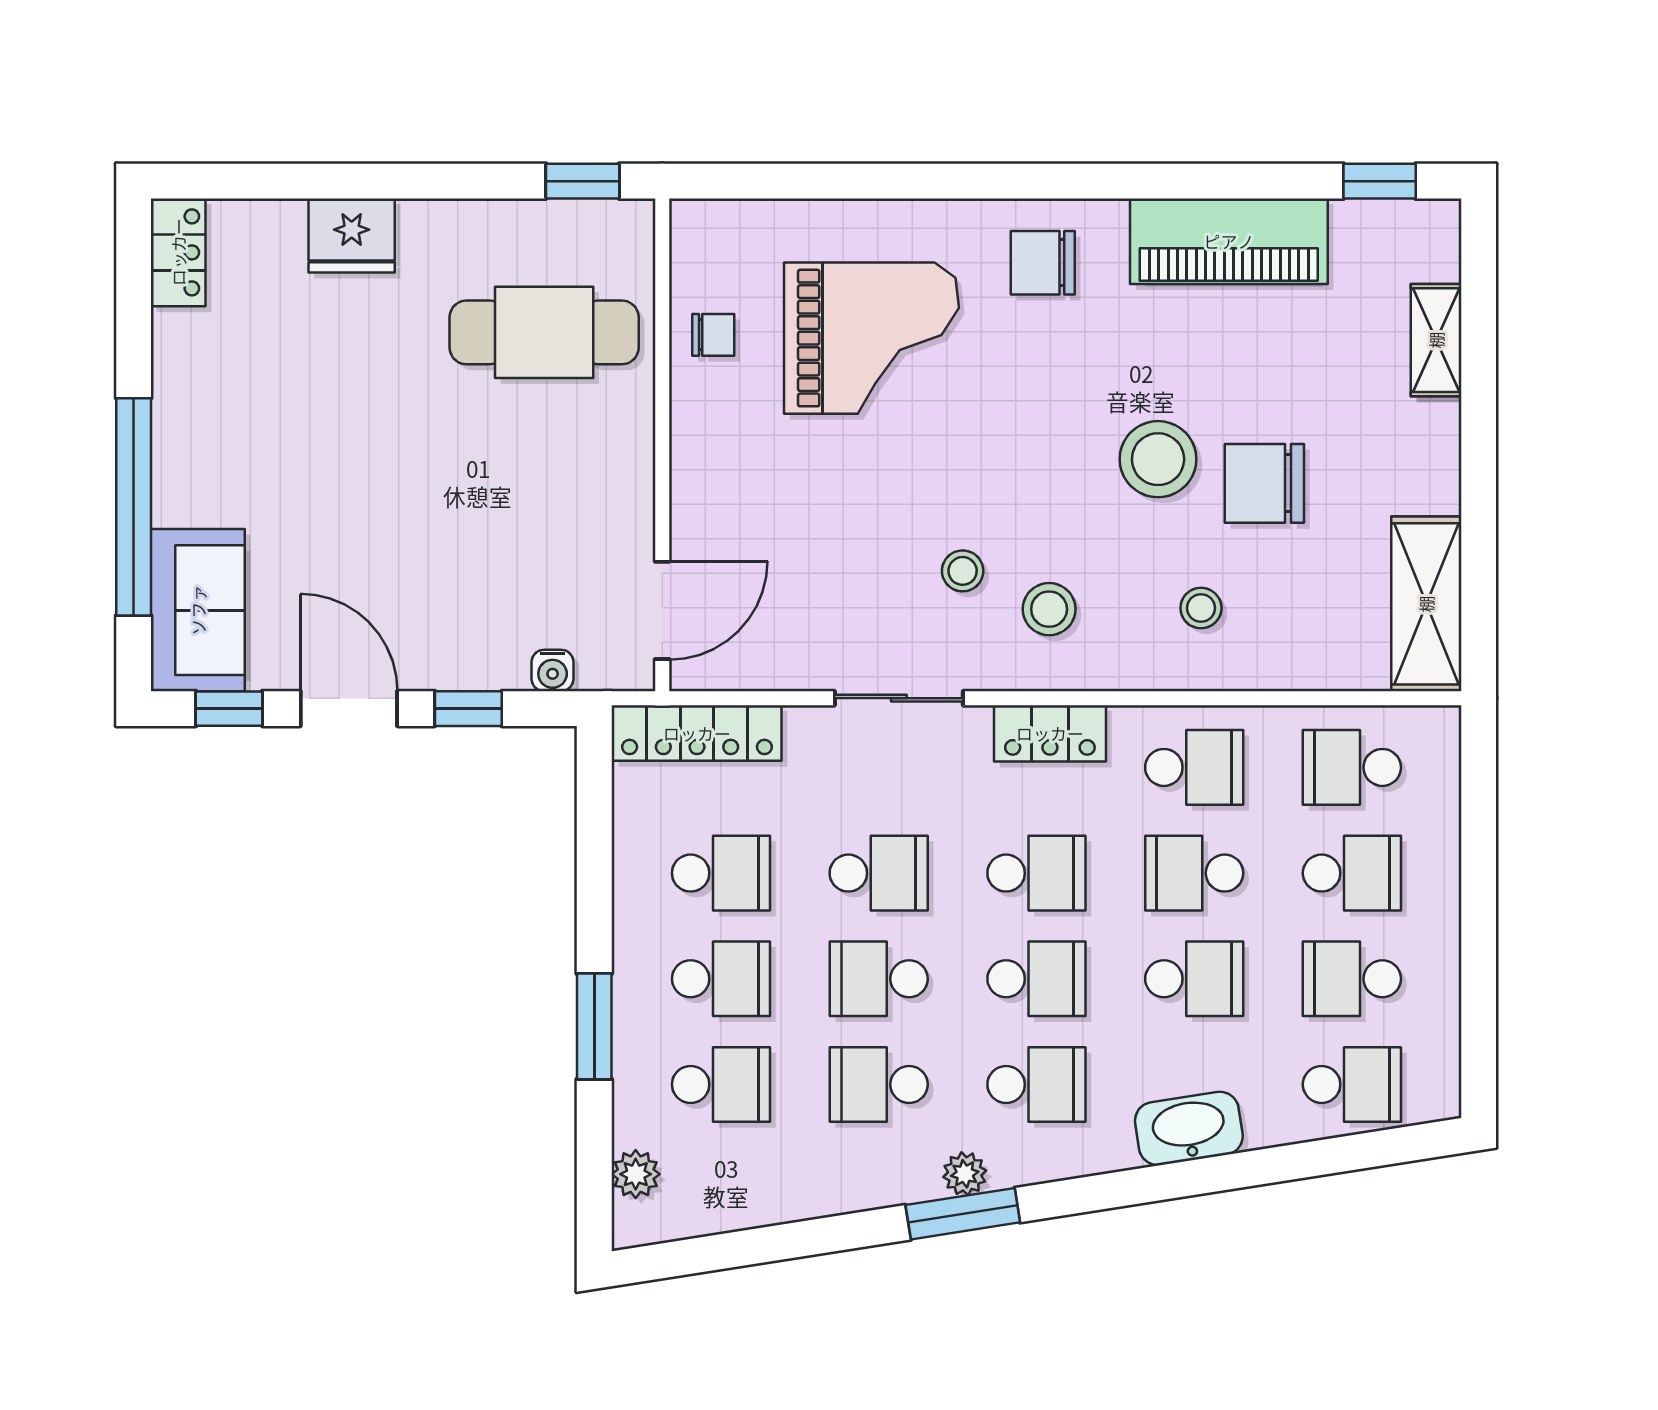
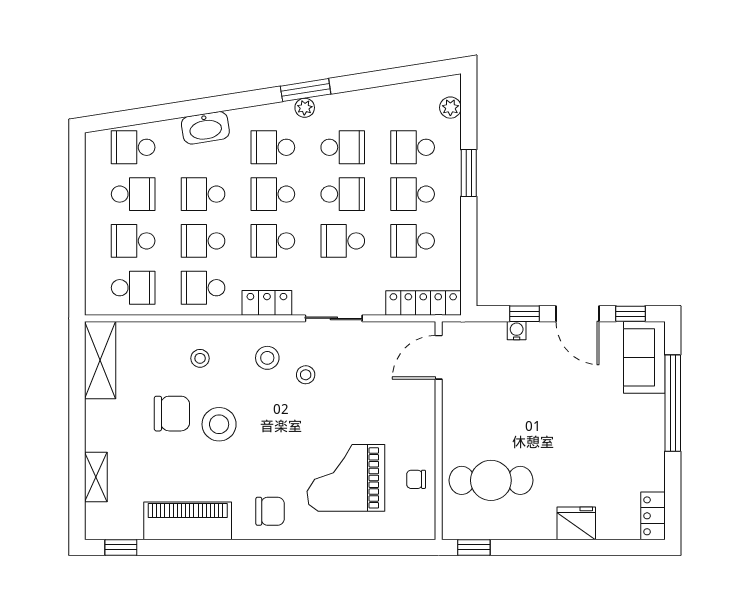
water cooler: (553, 670) -> (517, 331), moved
school desk: (1194, 873) -> (203, 241), turned 180

